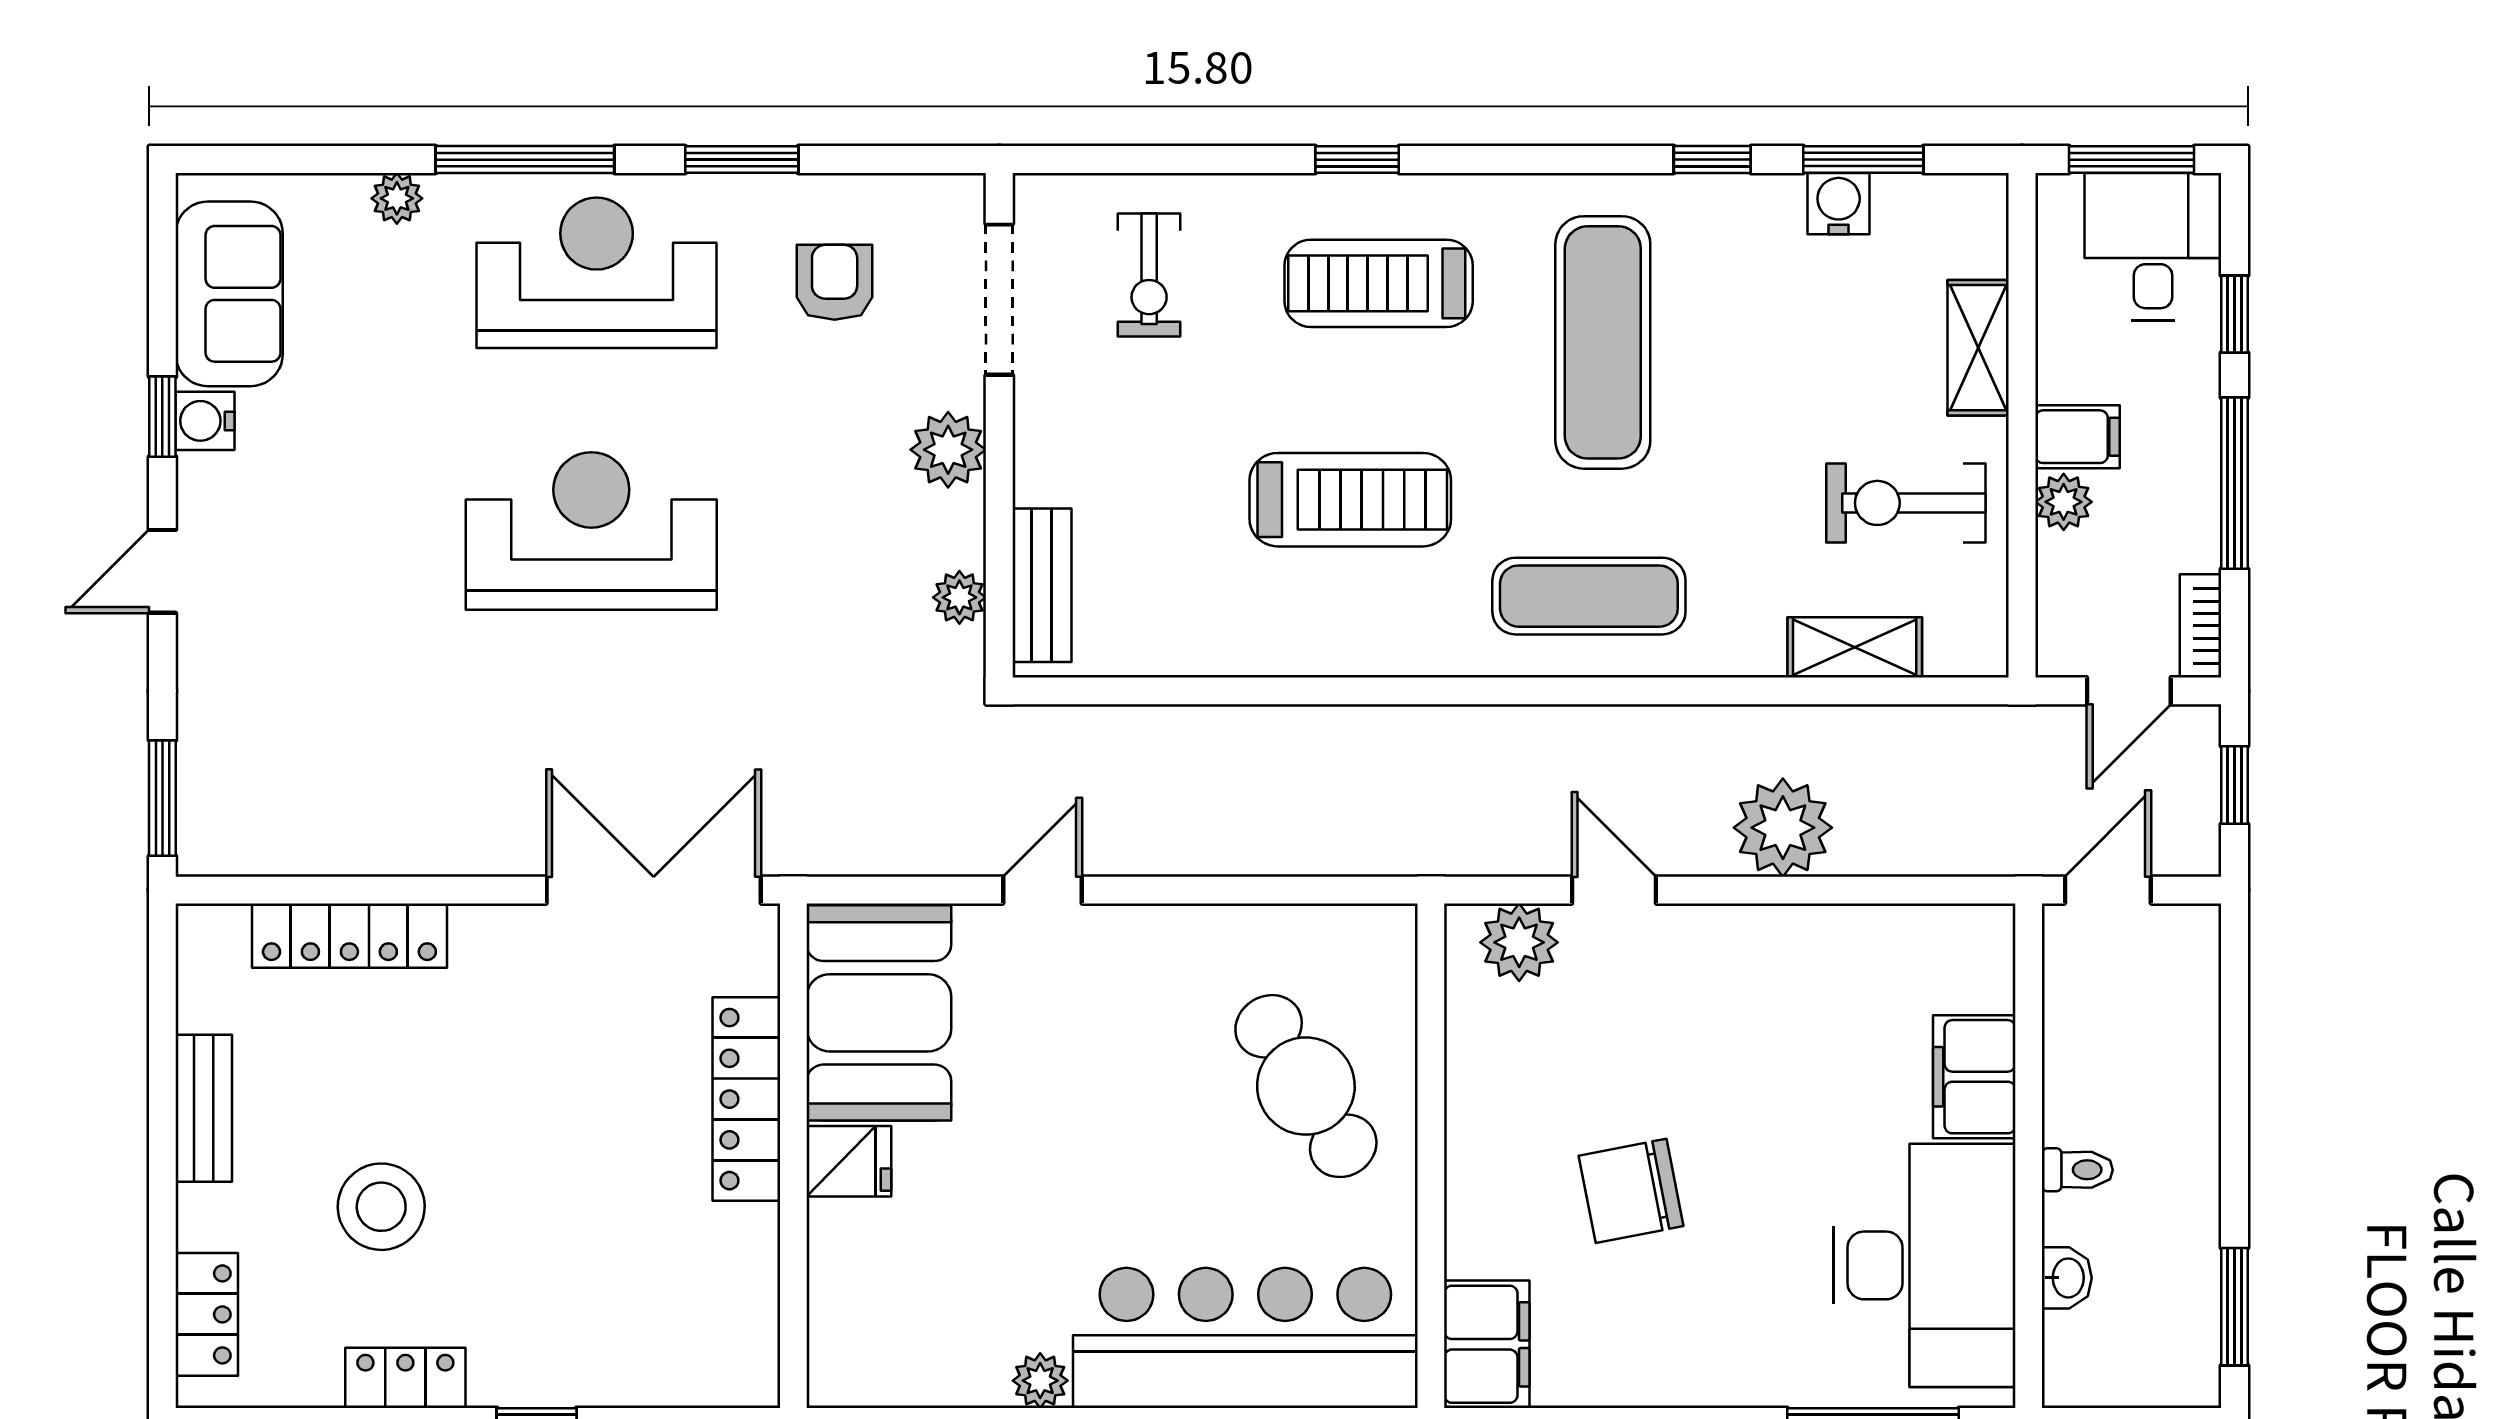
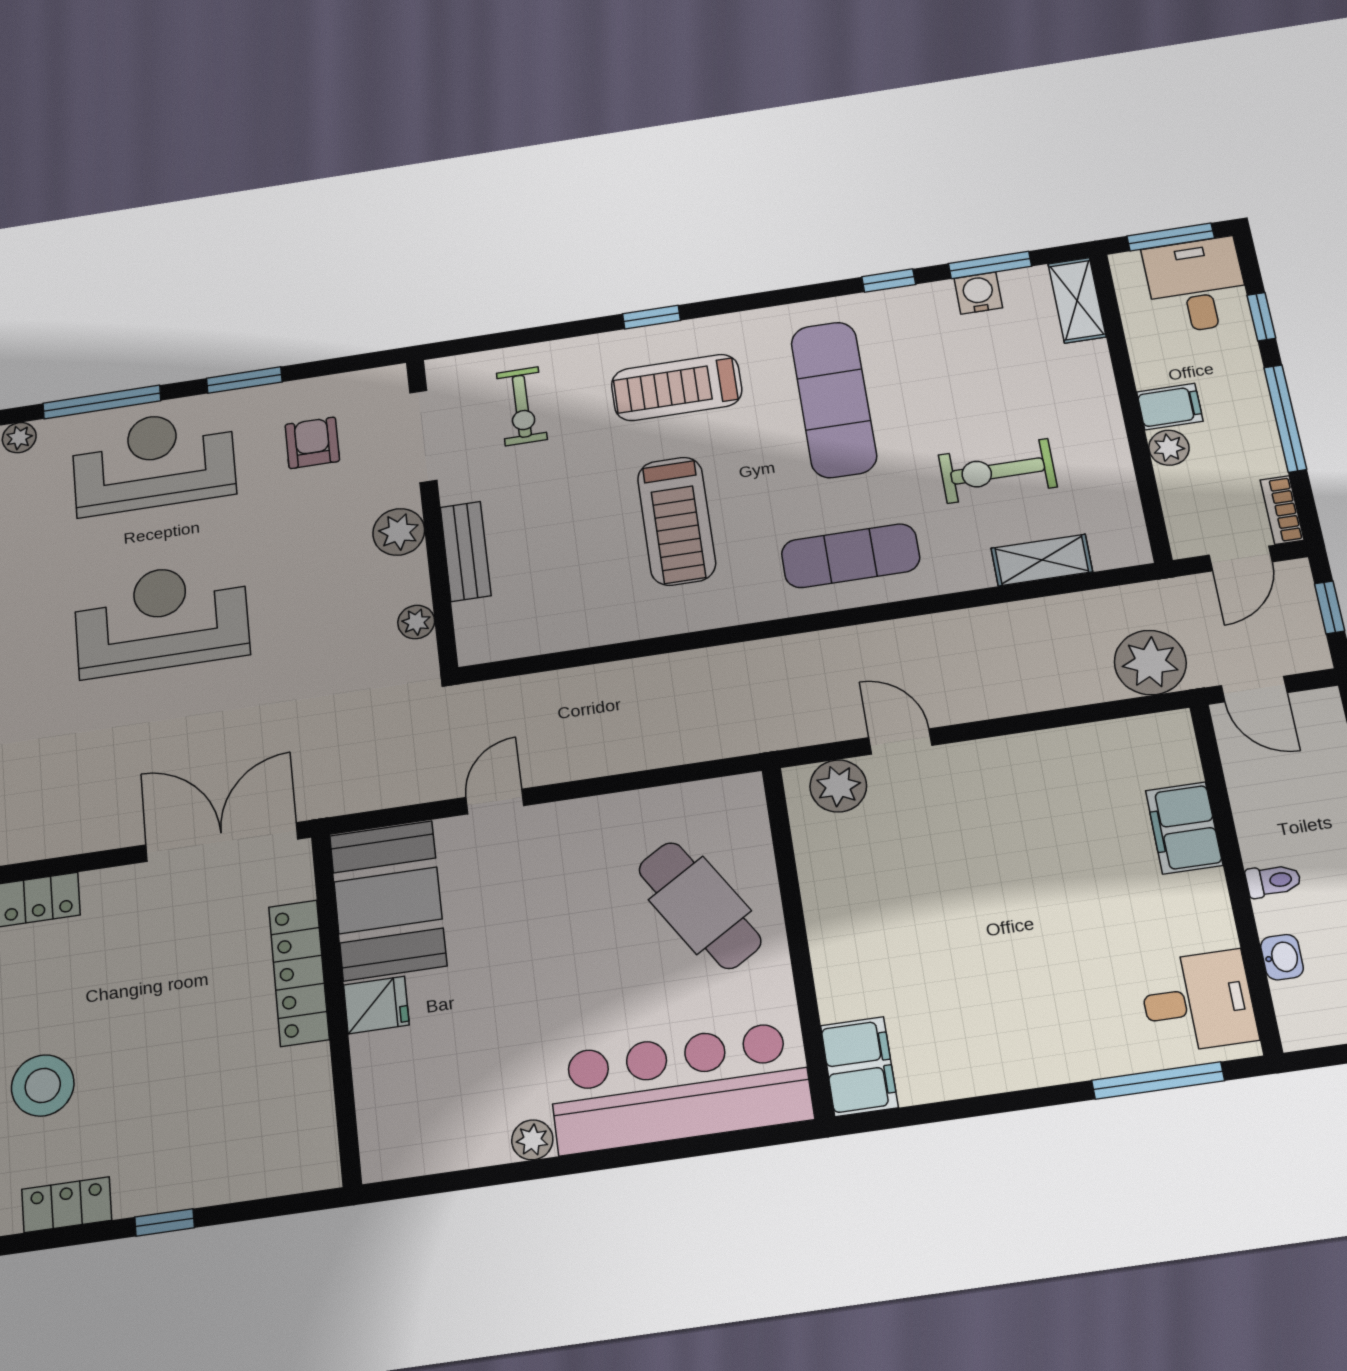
shelving: (1978, 348) -> (1077, 300), moved
treadmill: (1350, 500) -> (677, 521), turned 90
exercise bike: (1906, 503) -> (998, 471), moved
bench: (1042, 585) -> (466, 551), moved
plant: (1783, 828) -> (1150, 662), moved
door: (2108, 890) -> (1254, 689), swing flipped
chair: (1631, 1191) -> (948, 943), removed
desk: (1924, 1265) -> (1198, 1002), width x0.53, depth x0.77

